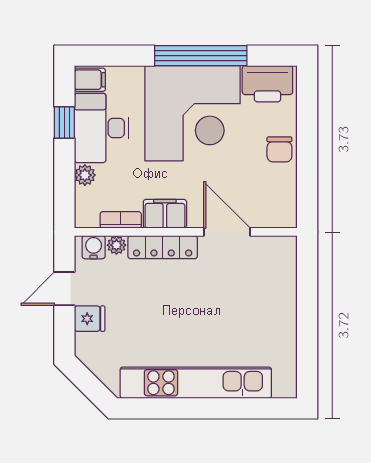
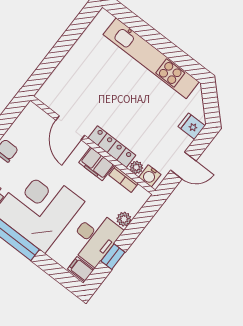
fridge: (90, 319) -> (192, 126), moved

